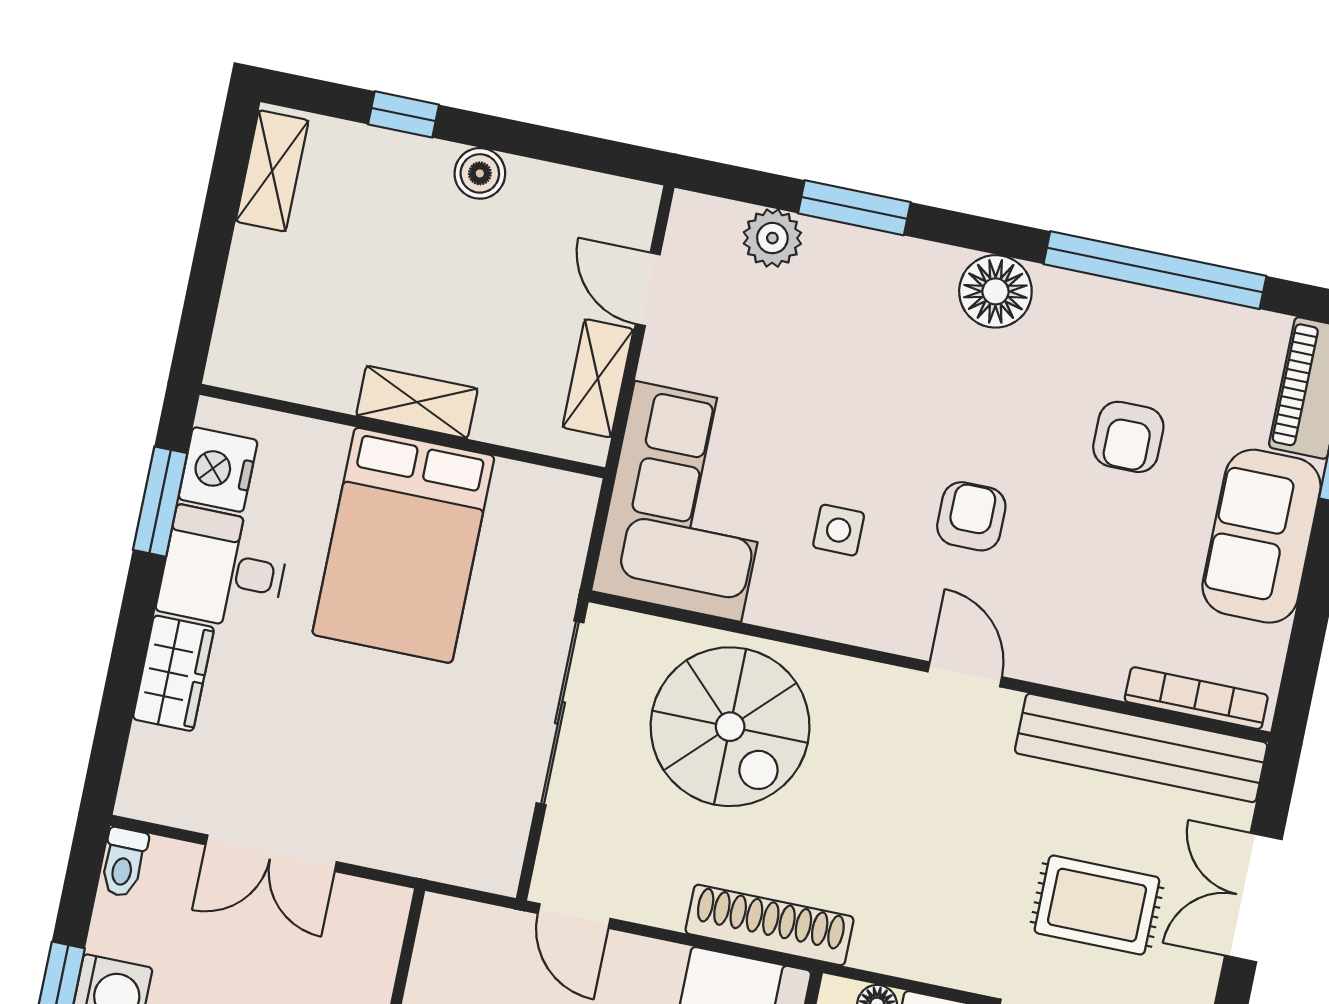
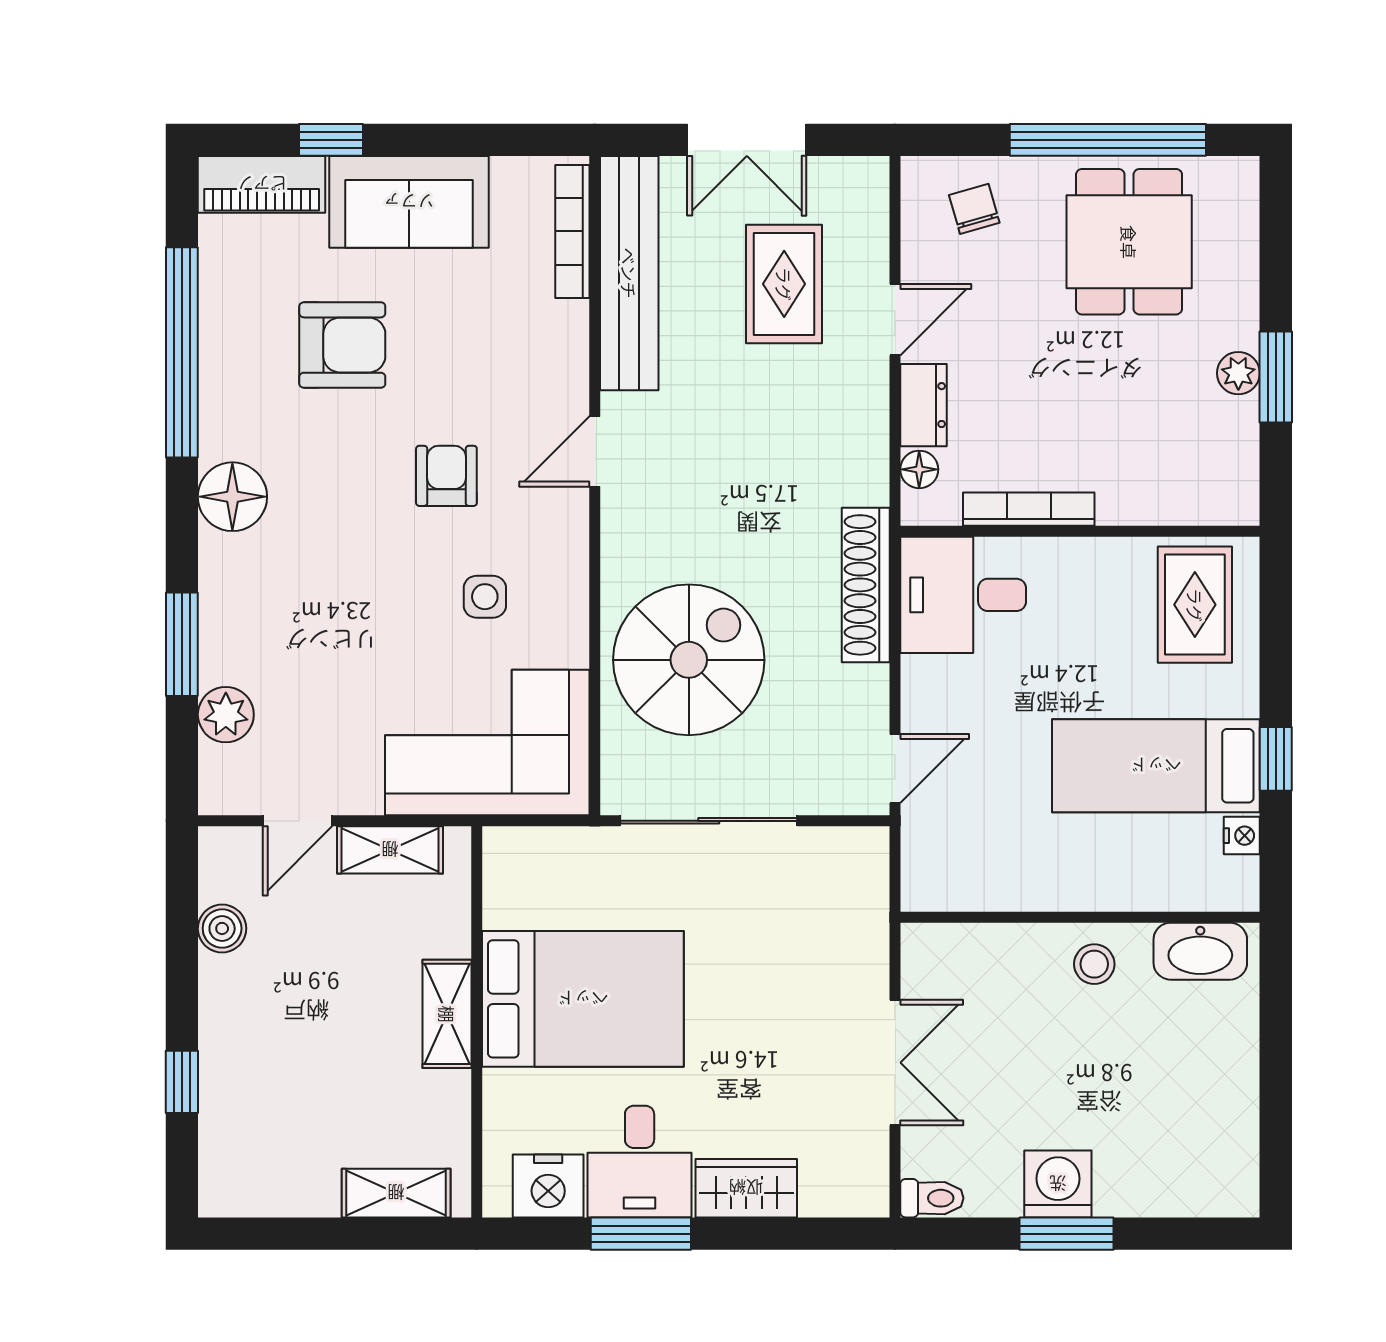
shelving: (272, 171) -> (396, 1193), moved
boiler: (480, 173) -> (222, 928), moved
armchair: (1128, 437) -> (342, 345), width x1.38, depth x1.38
window: (160, 502) -> (641, 1234), moved
armchair: (971, 516) -> (446, 476), turned 90

